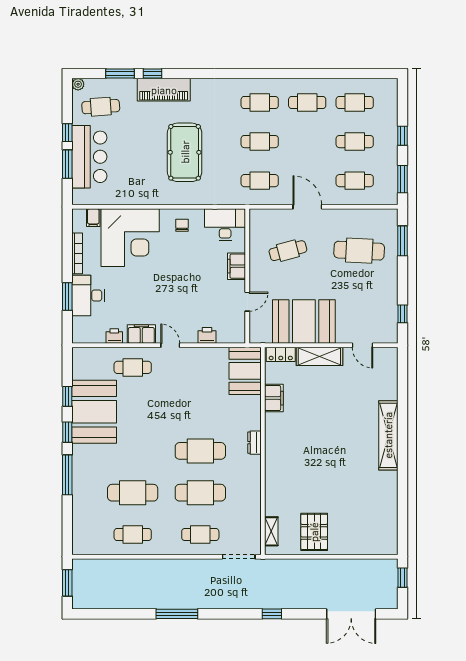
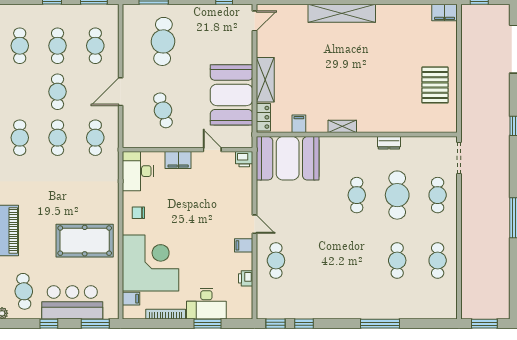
cafe table: (307, 102) -> (58, 92), moved
pool table: (185, 152) -> (85, 241), moved
window: (67, 164) -> (95, 324), moved
filing cabinet: (141, 334) -> (244, 245), width x0.50
printer: (207, 335) -> (244, 159), moved, turned -90
door: (170, 345) -> (255, 224), swing flipped
door: (363, 345) -> (255, 21), moved
booth: (245, 371) -> (288, 158), width x1.36, depth x1.42
filing cabinet: (274, 398) -> (299, 124), width x0.50
booth: (94, 412) -> (319, 298), removed
window: (67, 432) -> (275, 324), moved
dresser: (254, 443) -> (389, 143), moved
cafe table: (200, 451) -> (357, 195), width x0.73, depth x0.74
cafe table: (133, 493) -> (397, 260), width x0.73, depth x0.74
shelving: (271, 531) -> (342, 126), moved
pallet: (314, 532) -> (435, 85), turned 90
filing cabinet: (389, 542) -> (445, 12), added

